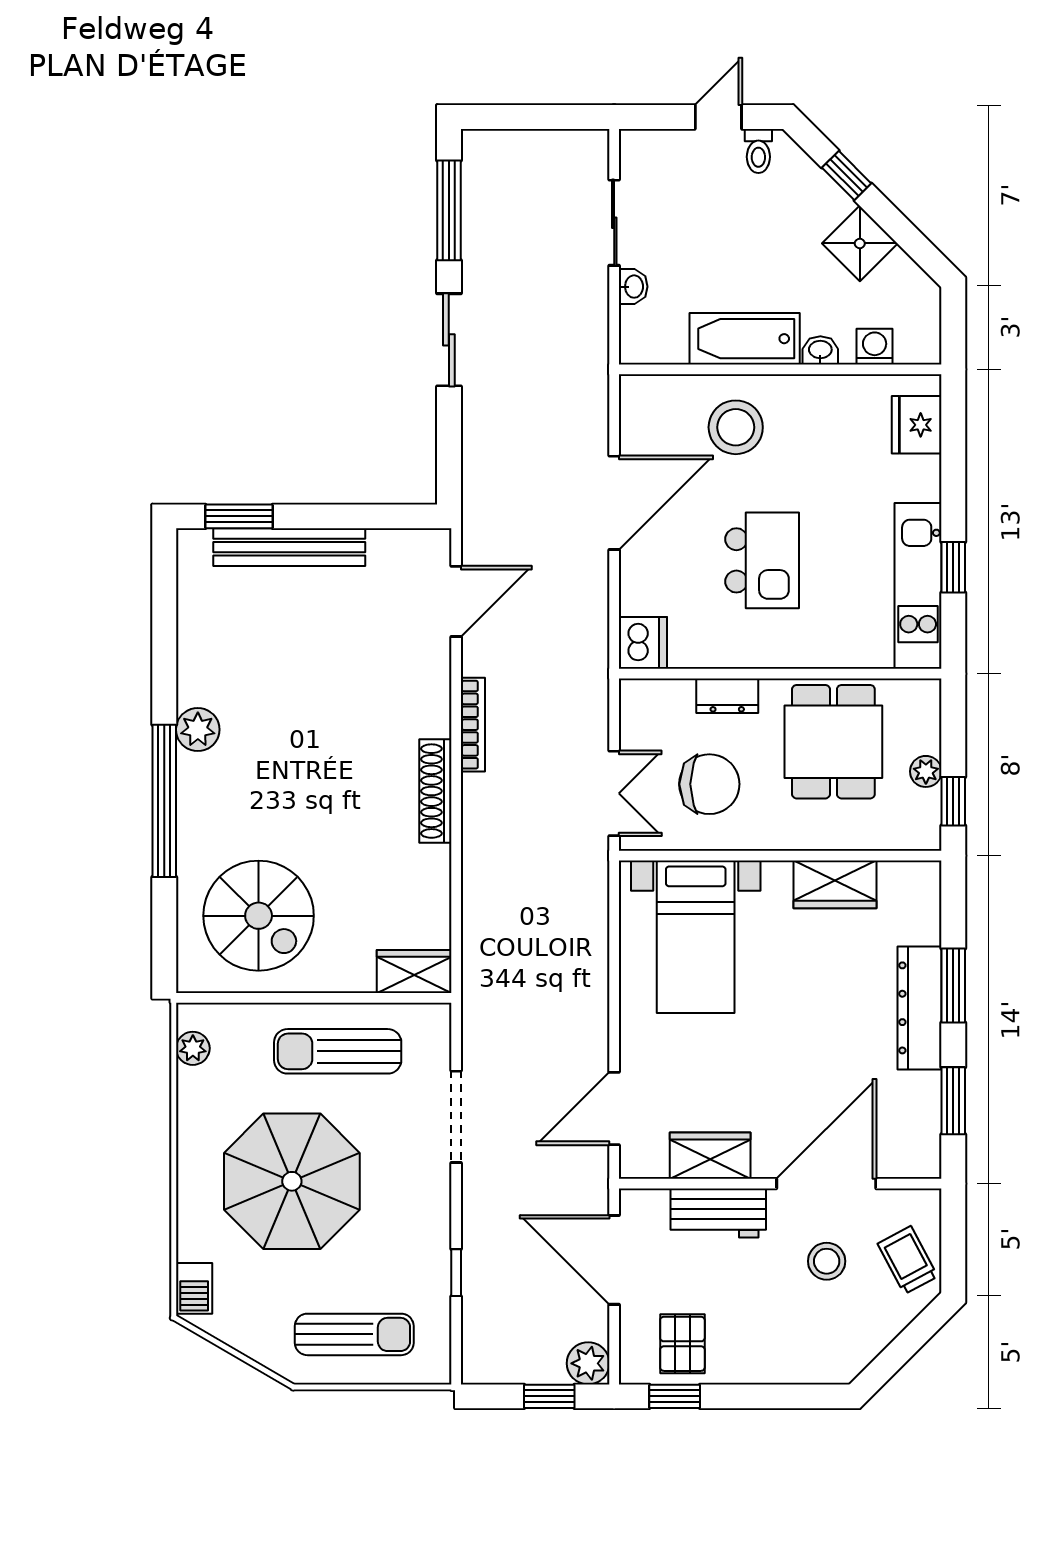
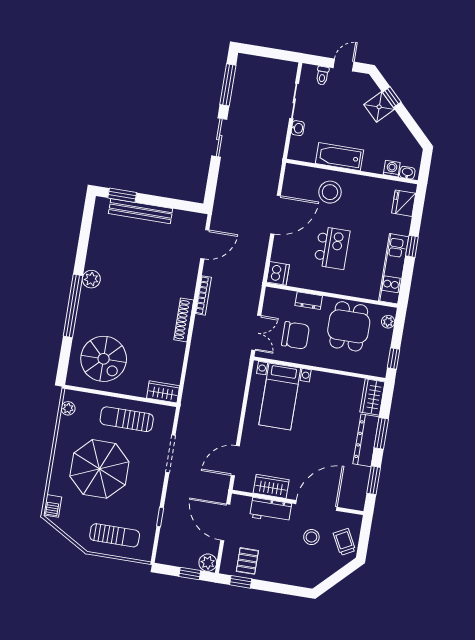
toilet: (758, 151) -> (322, 76), moved
shower: (860, 243) -> (379, 107), moved
washbasin: (820, 350) -> (407, 173), moved
window: (953, 567) -> (412, 246), moved
plant: (926, 771) -> (388, 322), moved
wardrobe: (835, 884) -> (372, 397), moved, turned 90

